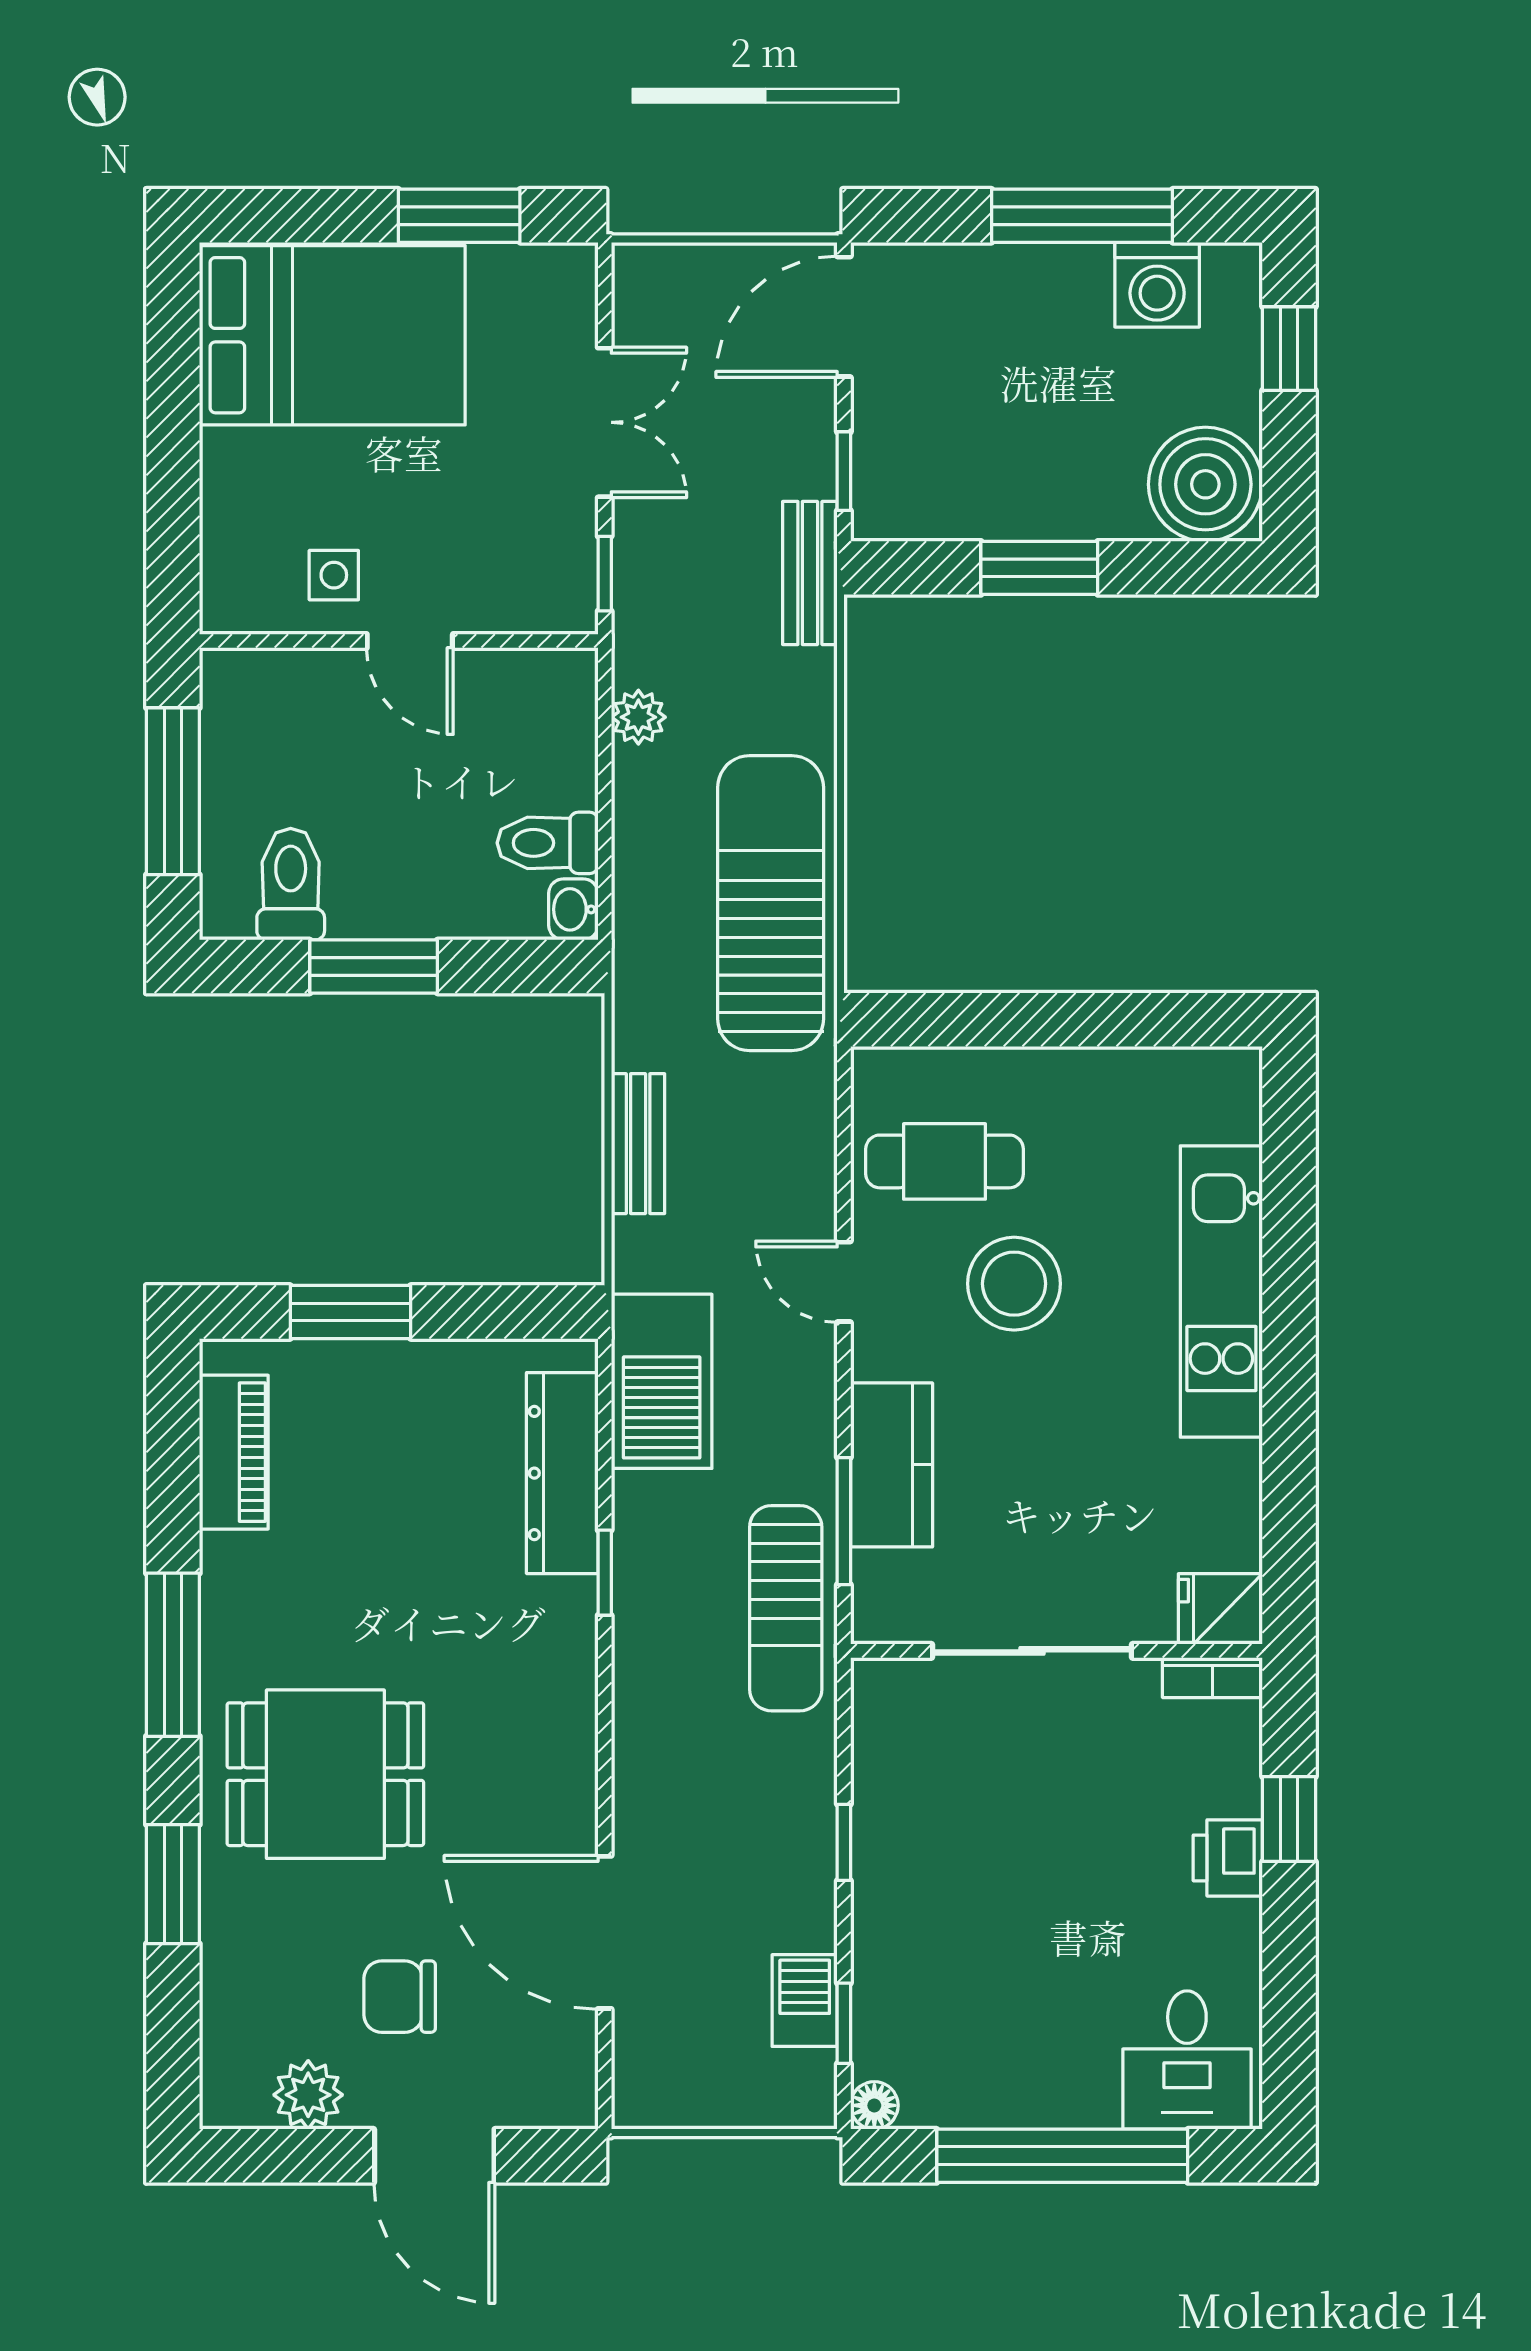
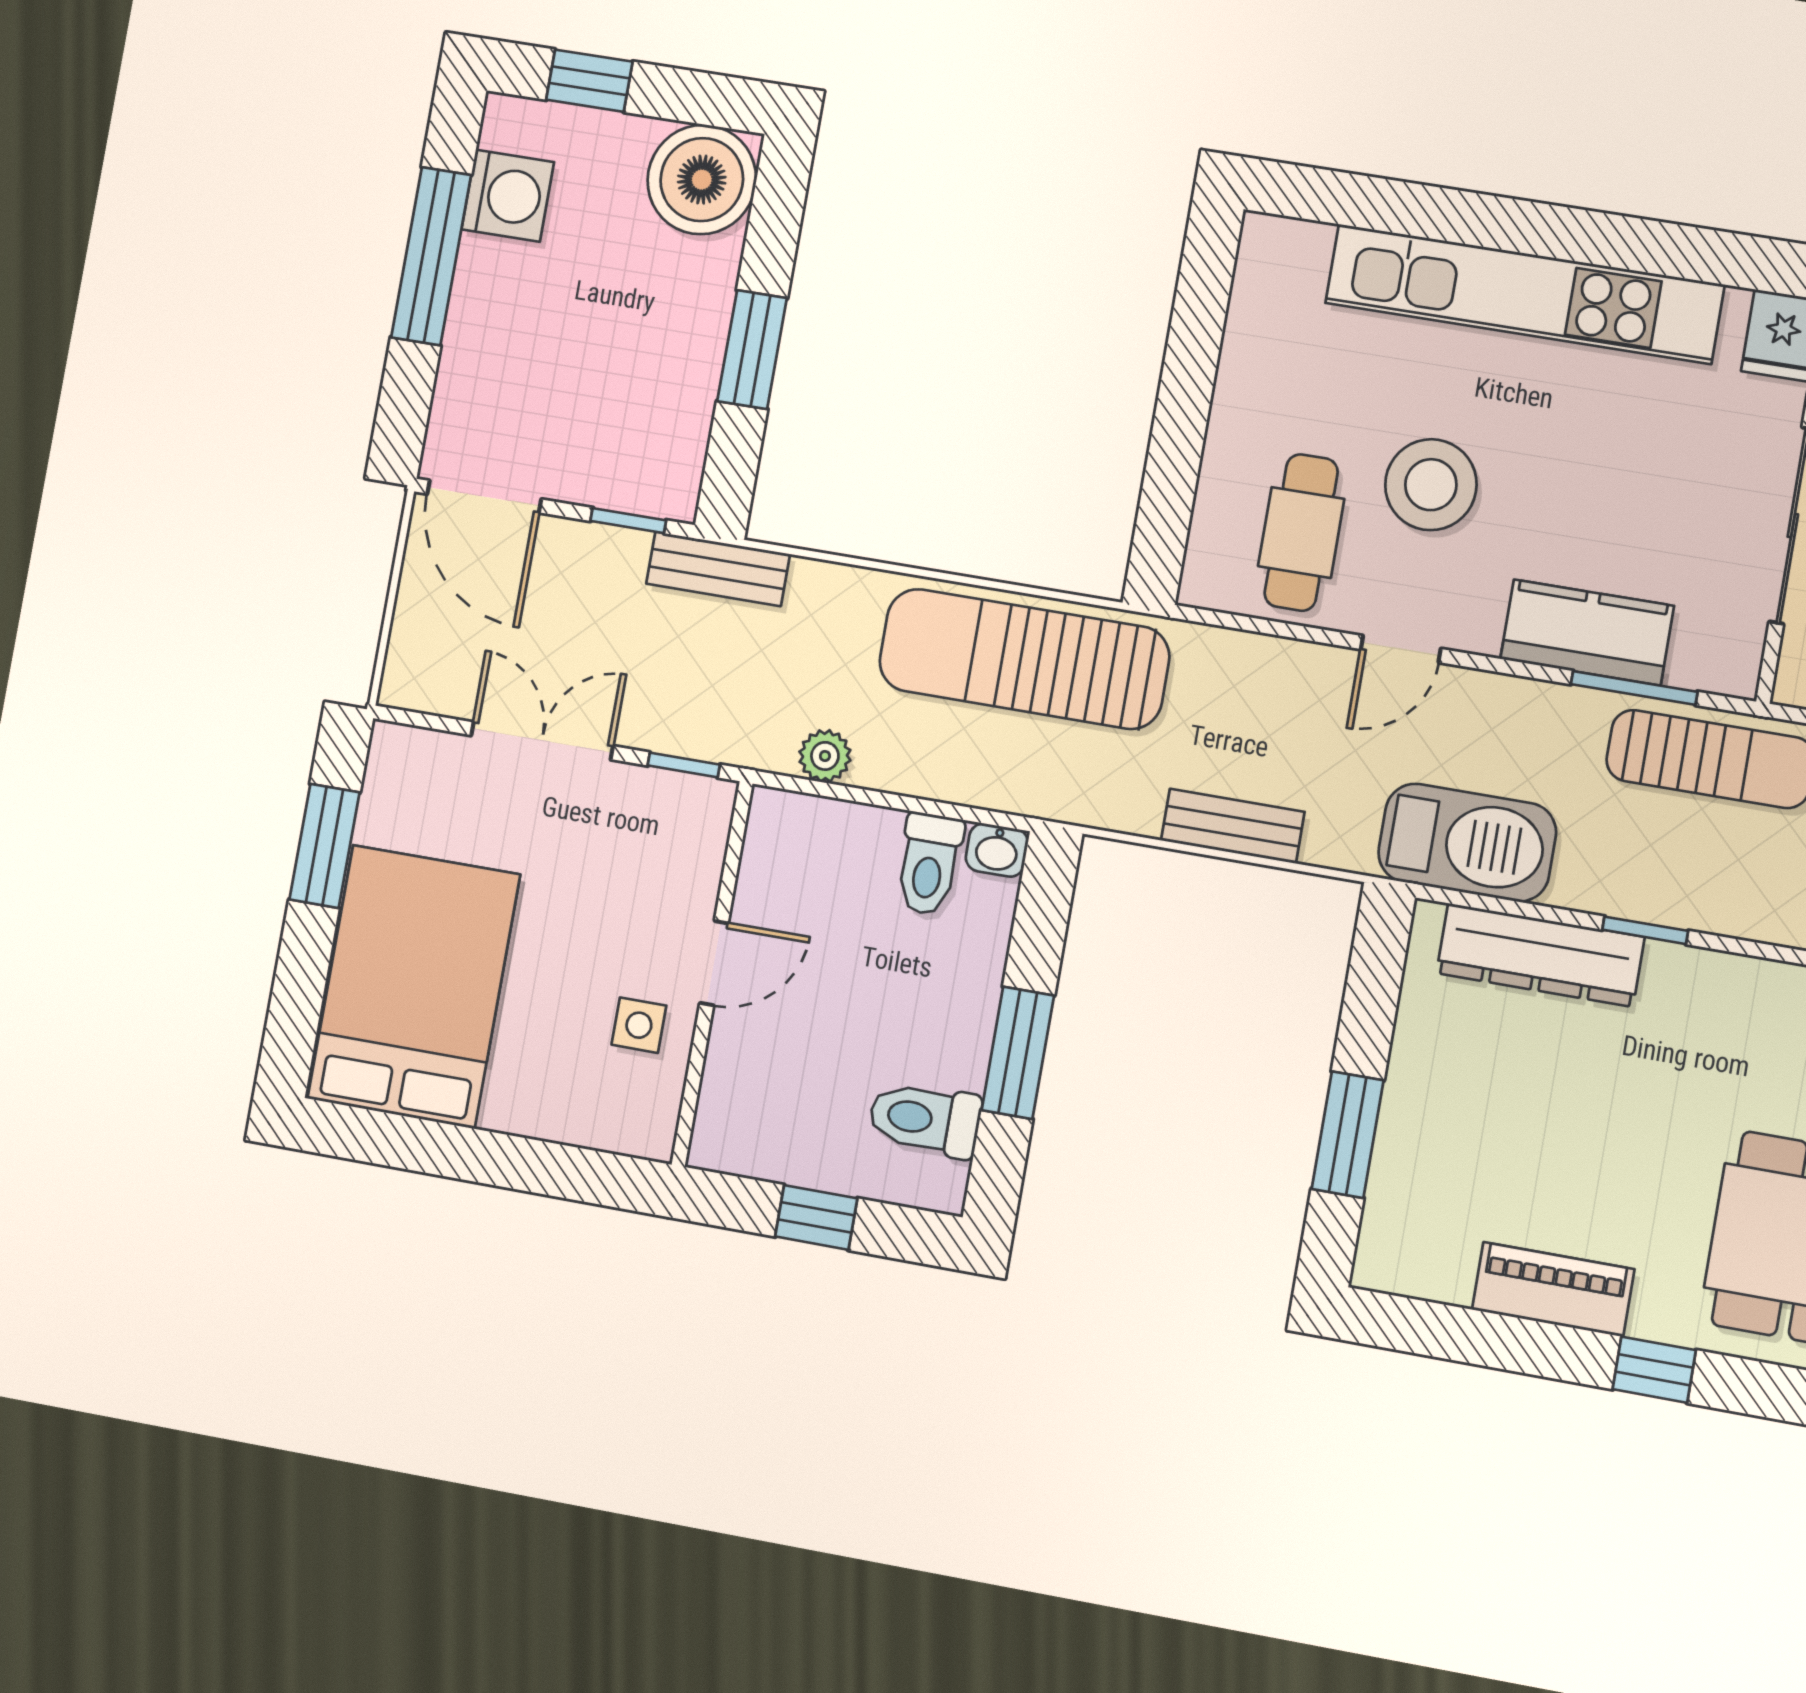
window: (173, 791) -> (816, 1217), width x0.46
kitchen unit: (1221, 1292) -> (1524, 294), width x1.36
piano: (234, 1452) -> (1553, 1289), moved
window: (173, 1655) -> (1654, 1370), width x0.46

